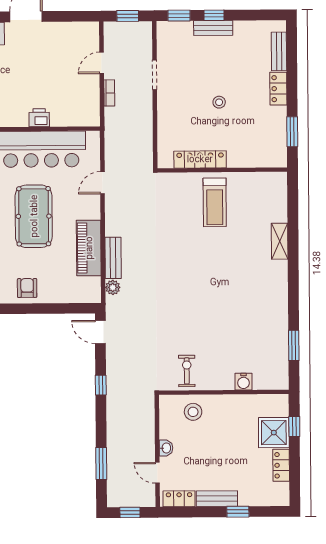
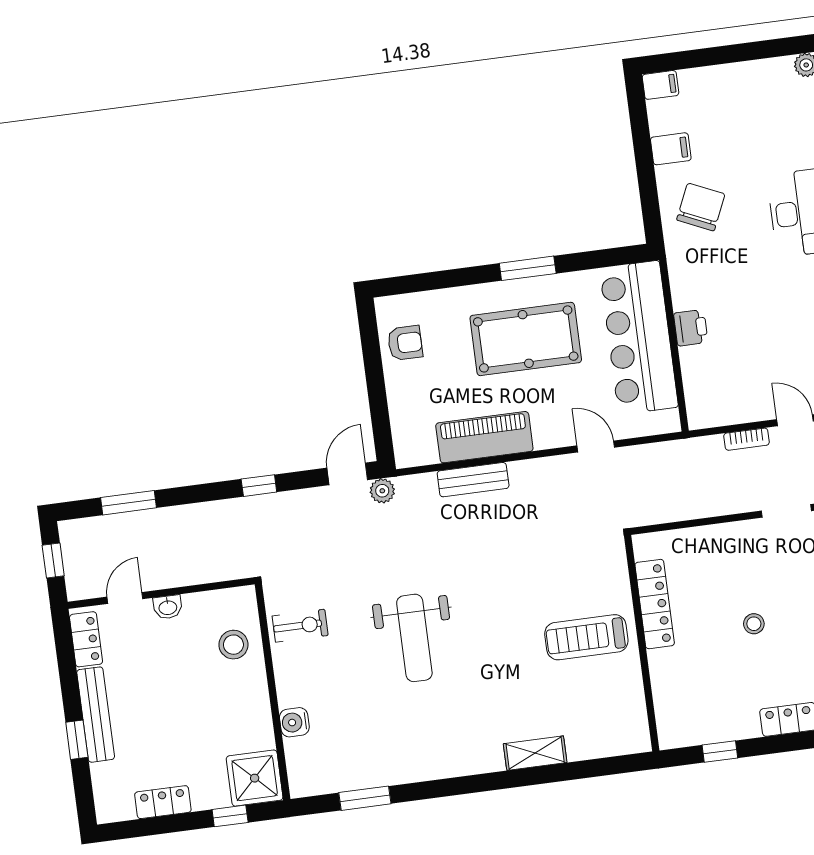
window: (292, 132) -> (720, 751), width x0.67
plant: (113, 287) -> (382, 491), moved
weight bench: (202, 304) -> (414, 638), added
shower: (274, 433) -> (255, 778), moved
bench: (217, 499) -> (96, 715), width x1.36

